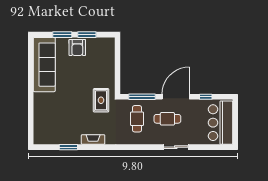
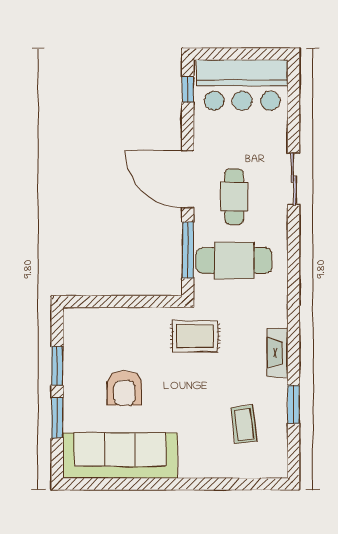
armchair: (77, 48) -> (124, 388), moved, turned 90
window: (206, 97) -> (188, 89), moved
cafe table: (137, 119) -> (234, 260), width x1.37, depth x1.35
coffee table: (59, 123) -> (244, 424), added

